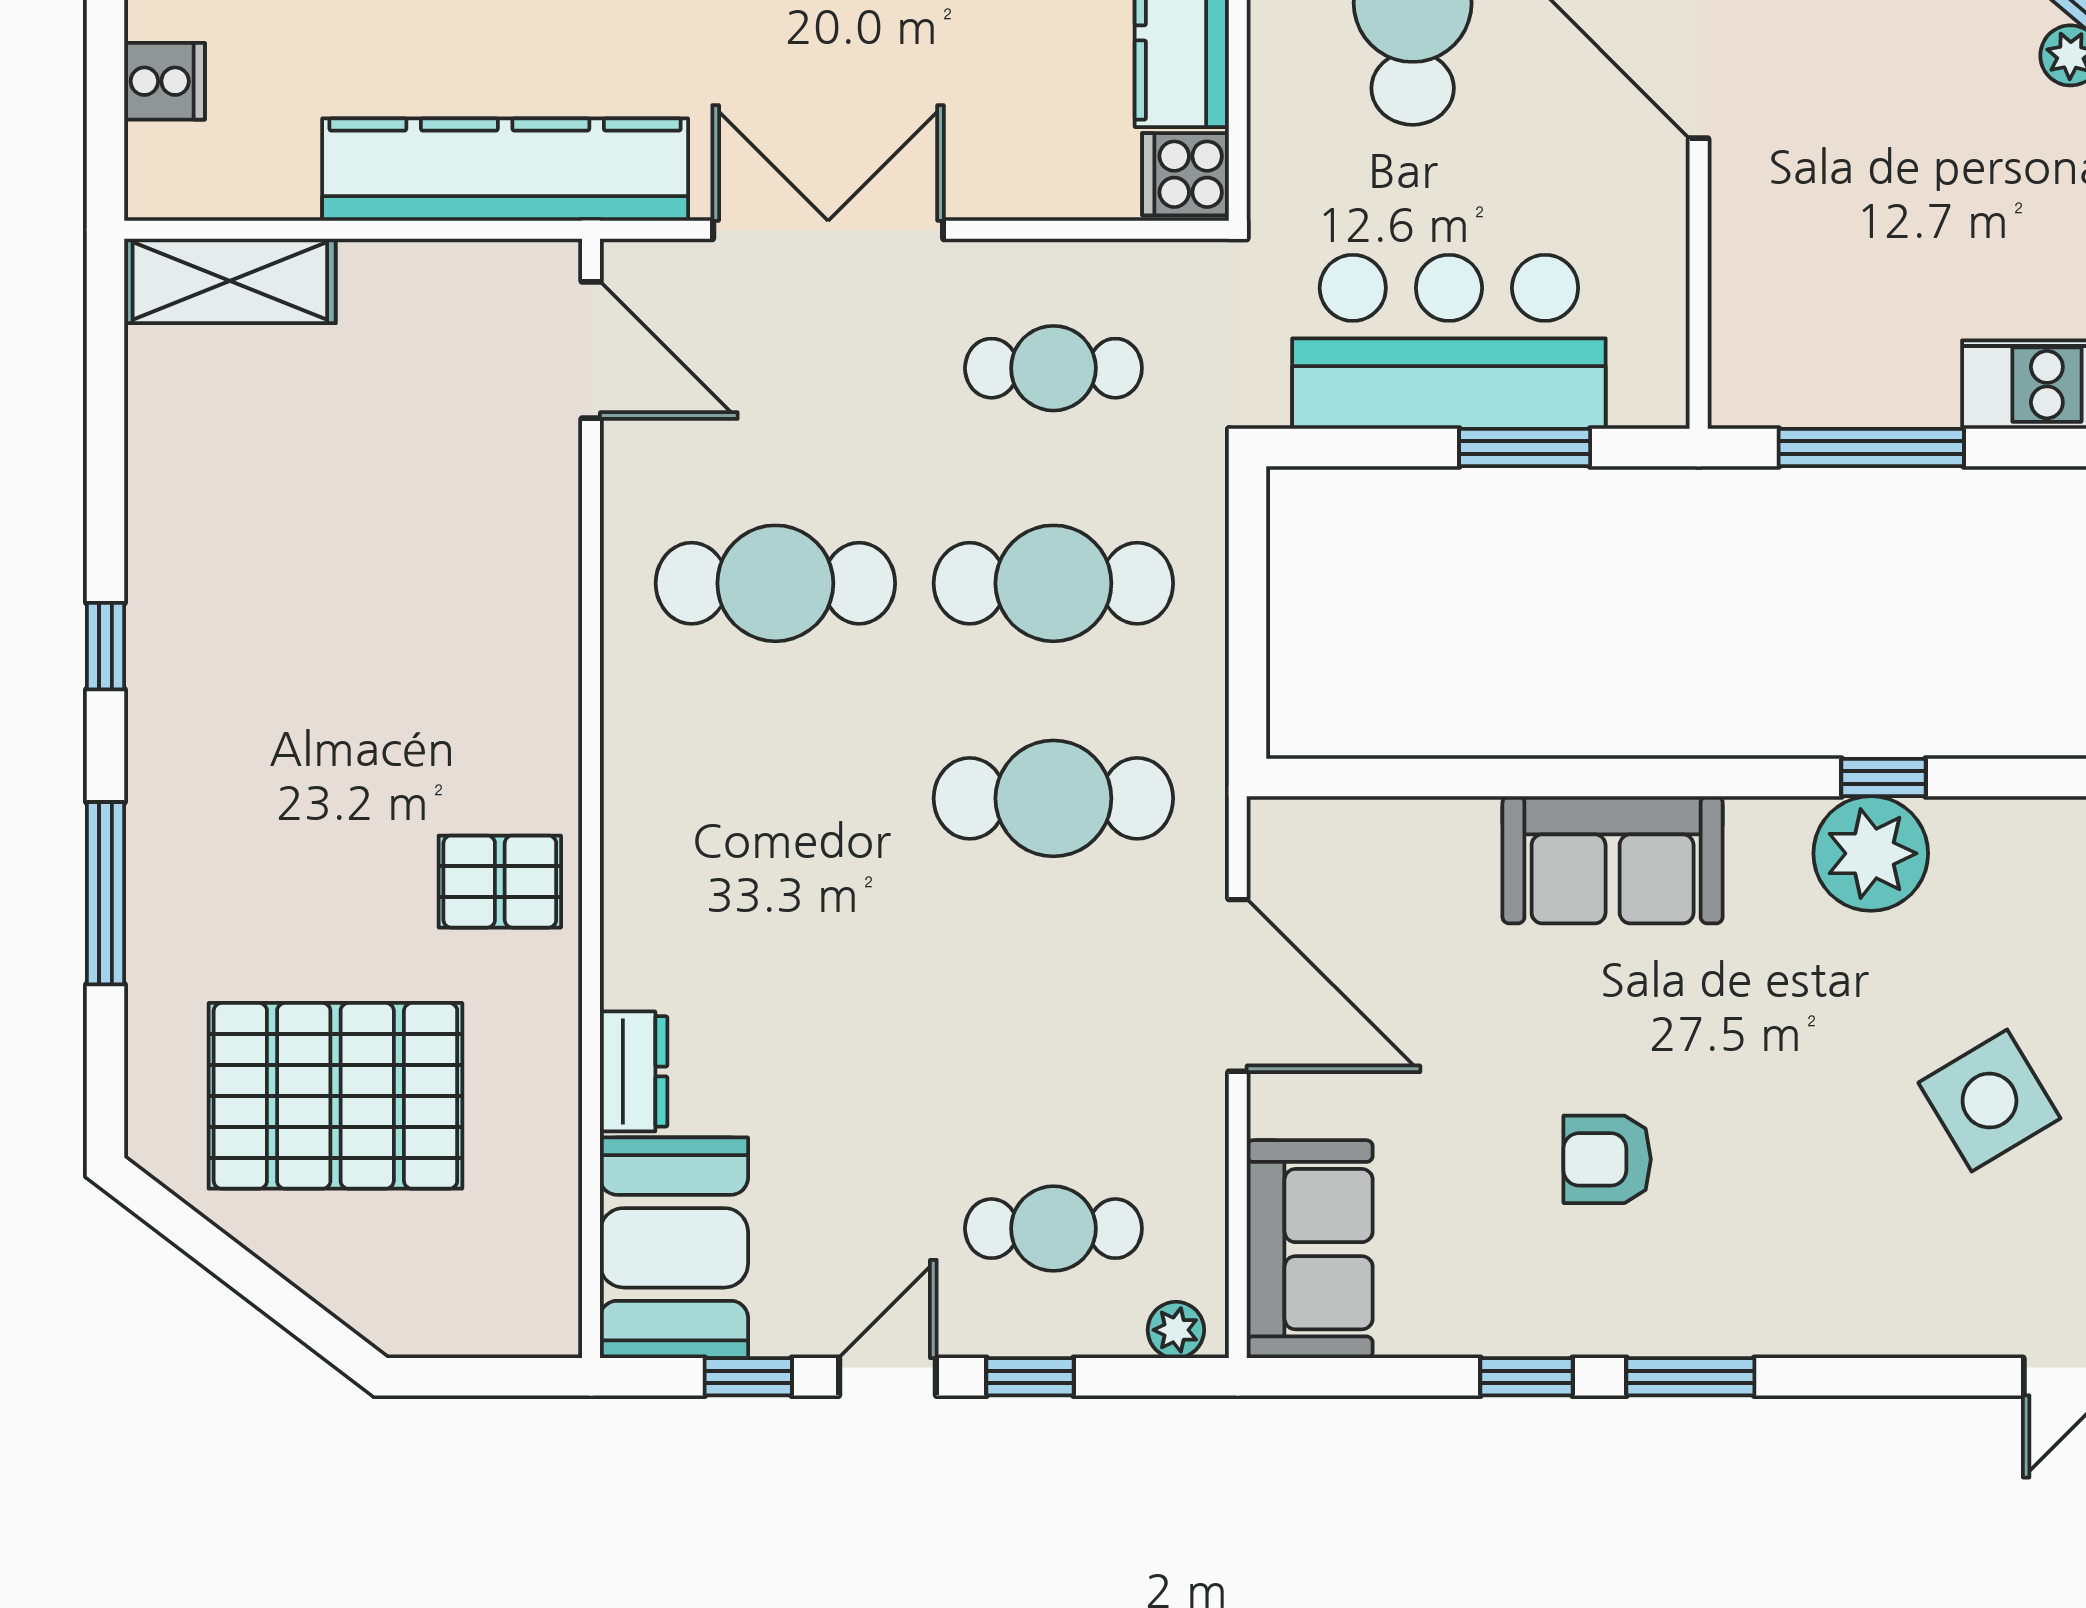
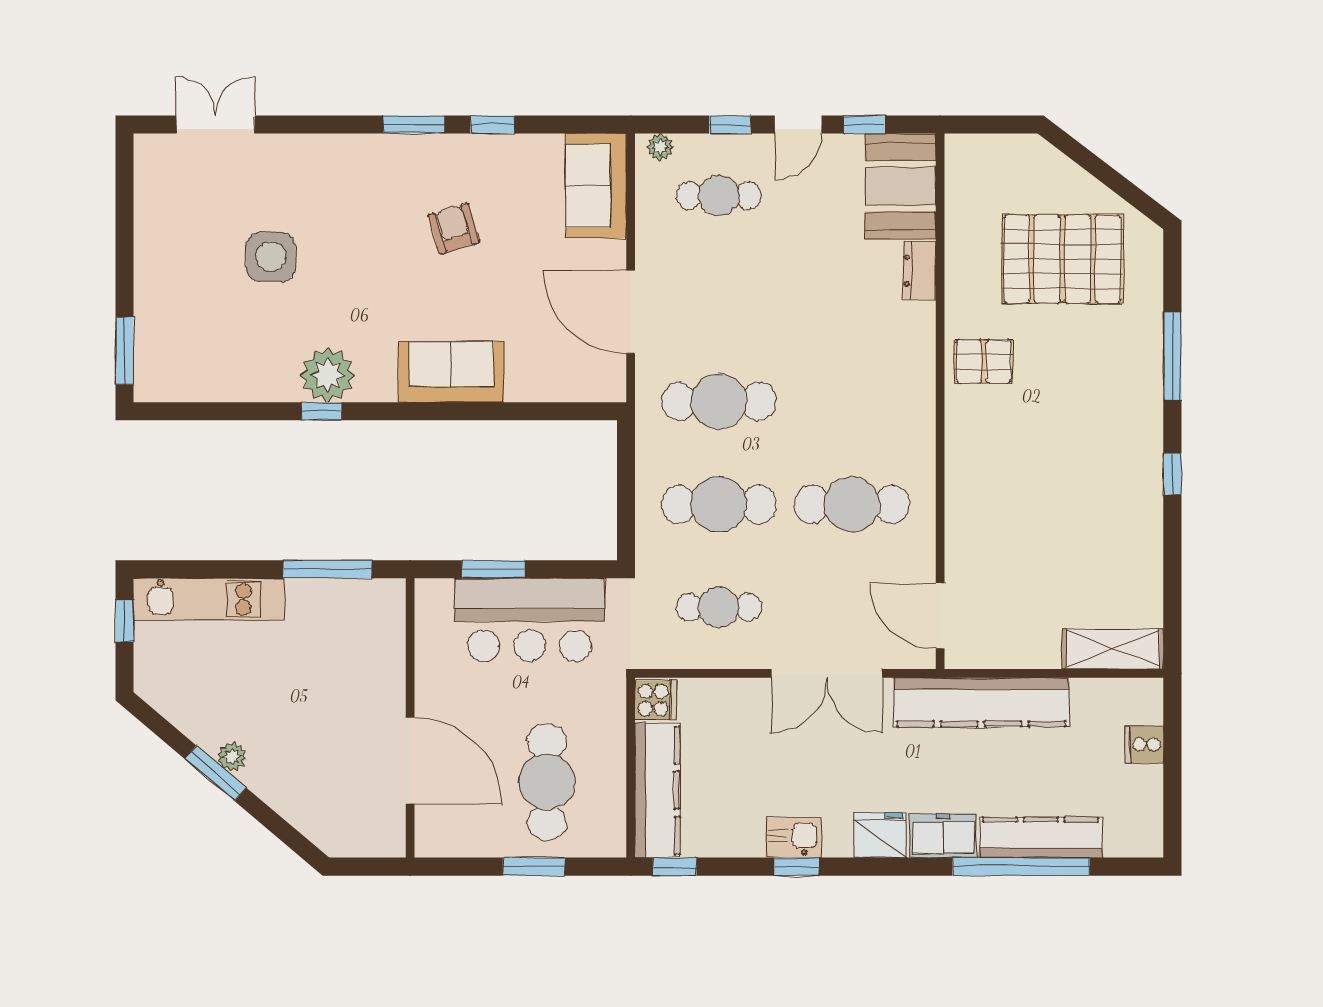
side table: (1989, 1101) -> (271, 257), turned 31
armchair: (1607, 1159) -> (454, 229), turned -107

